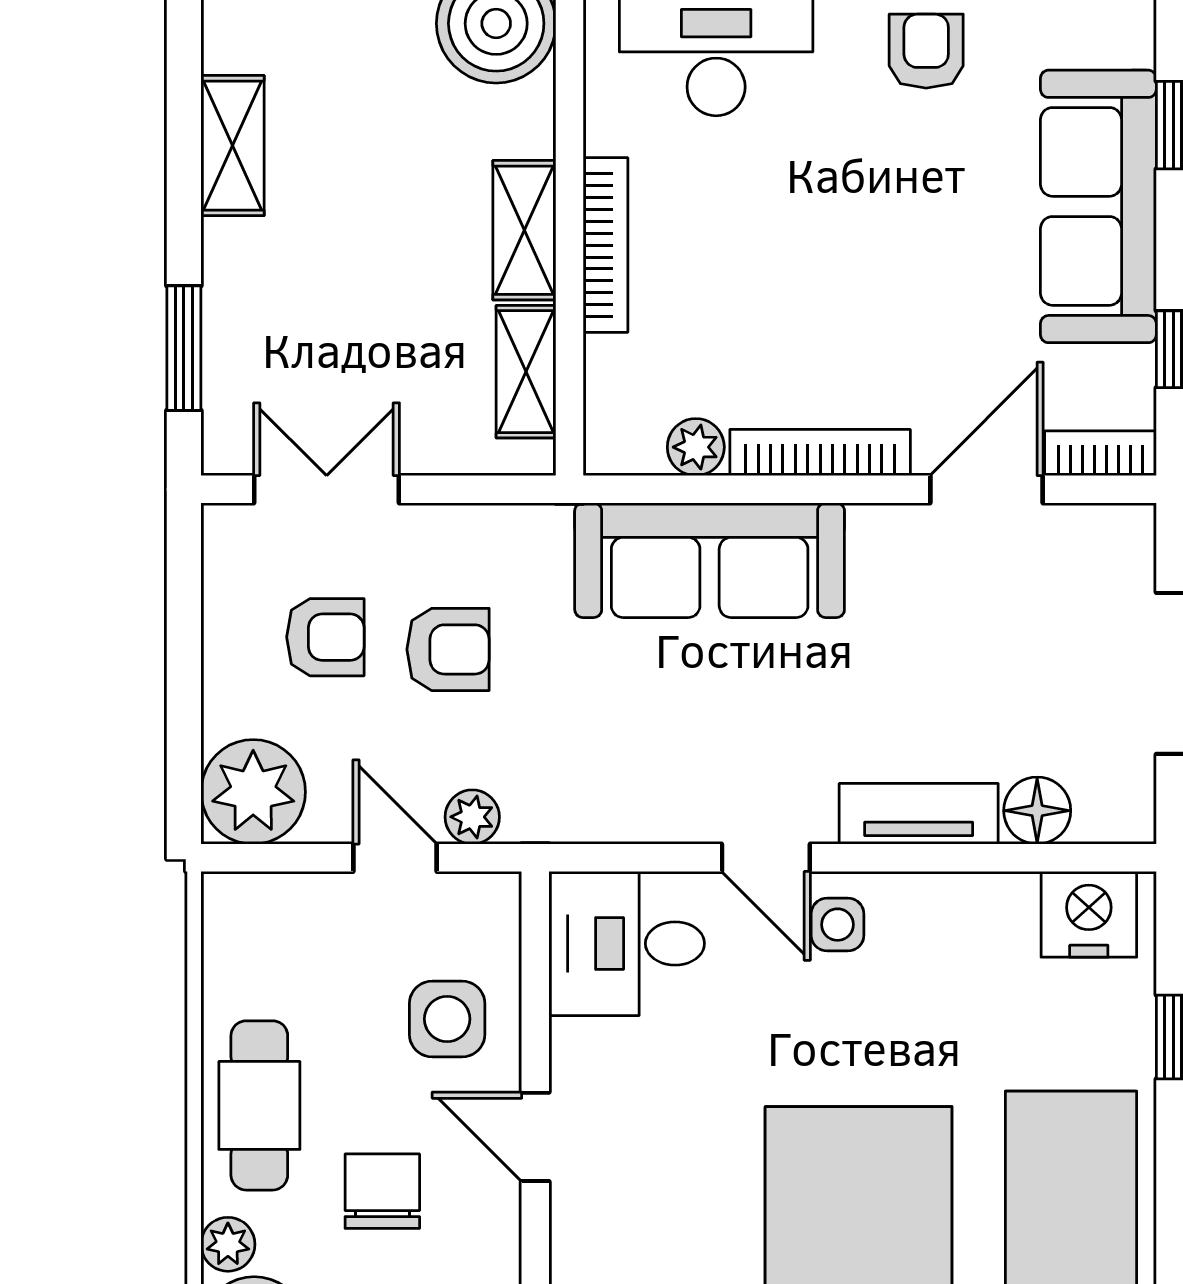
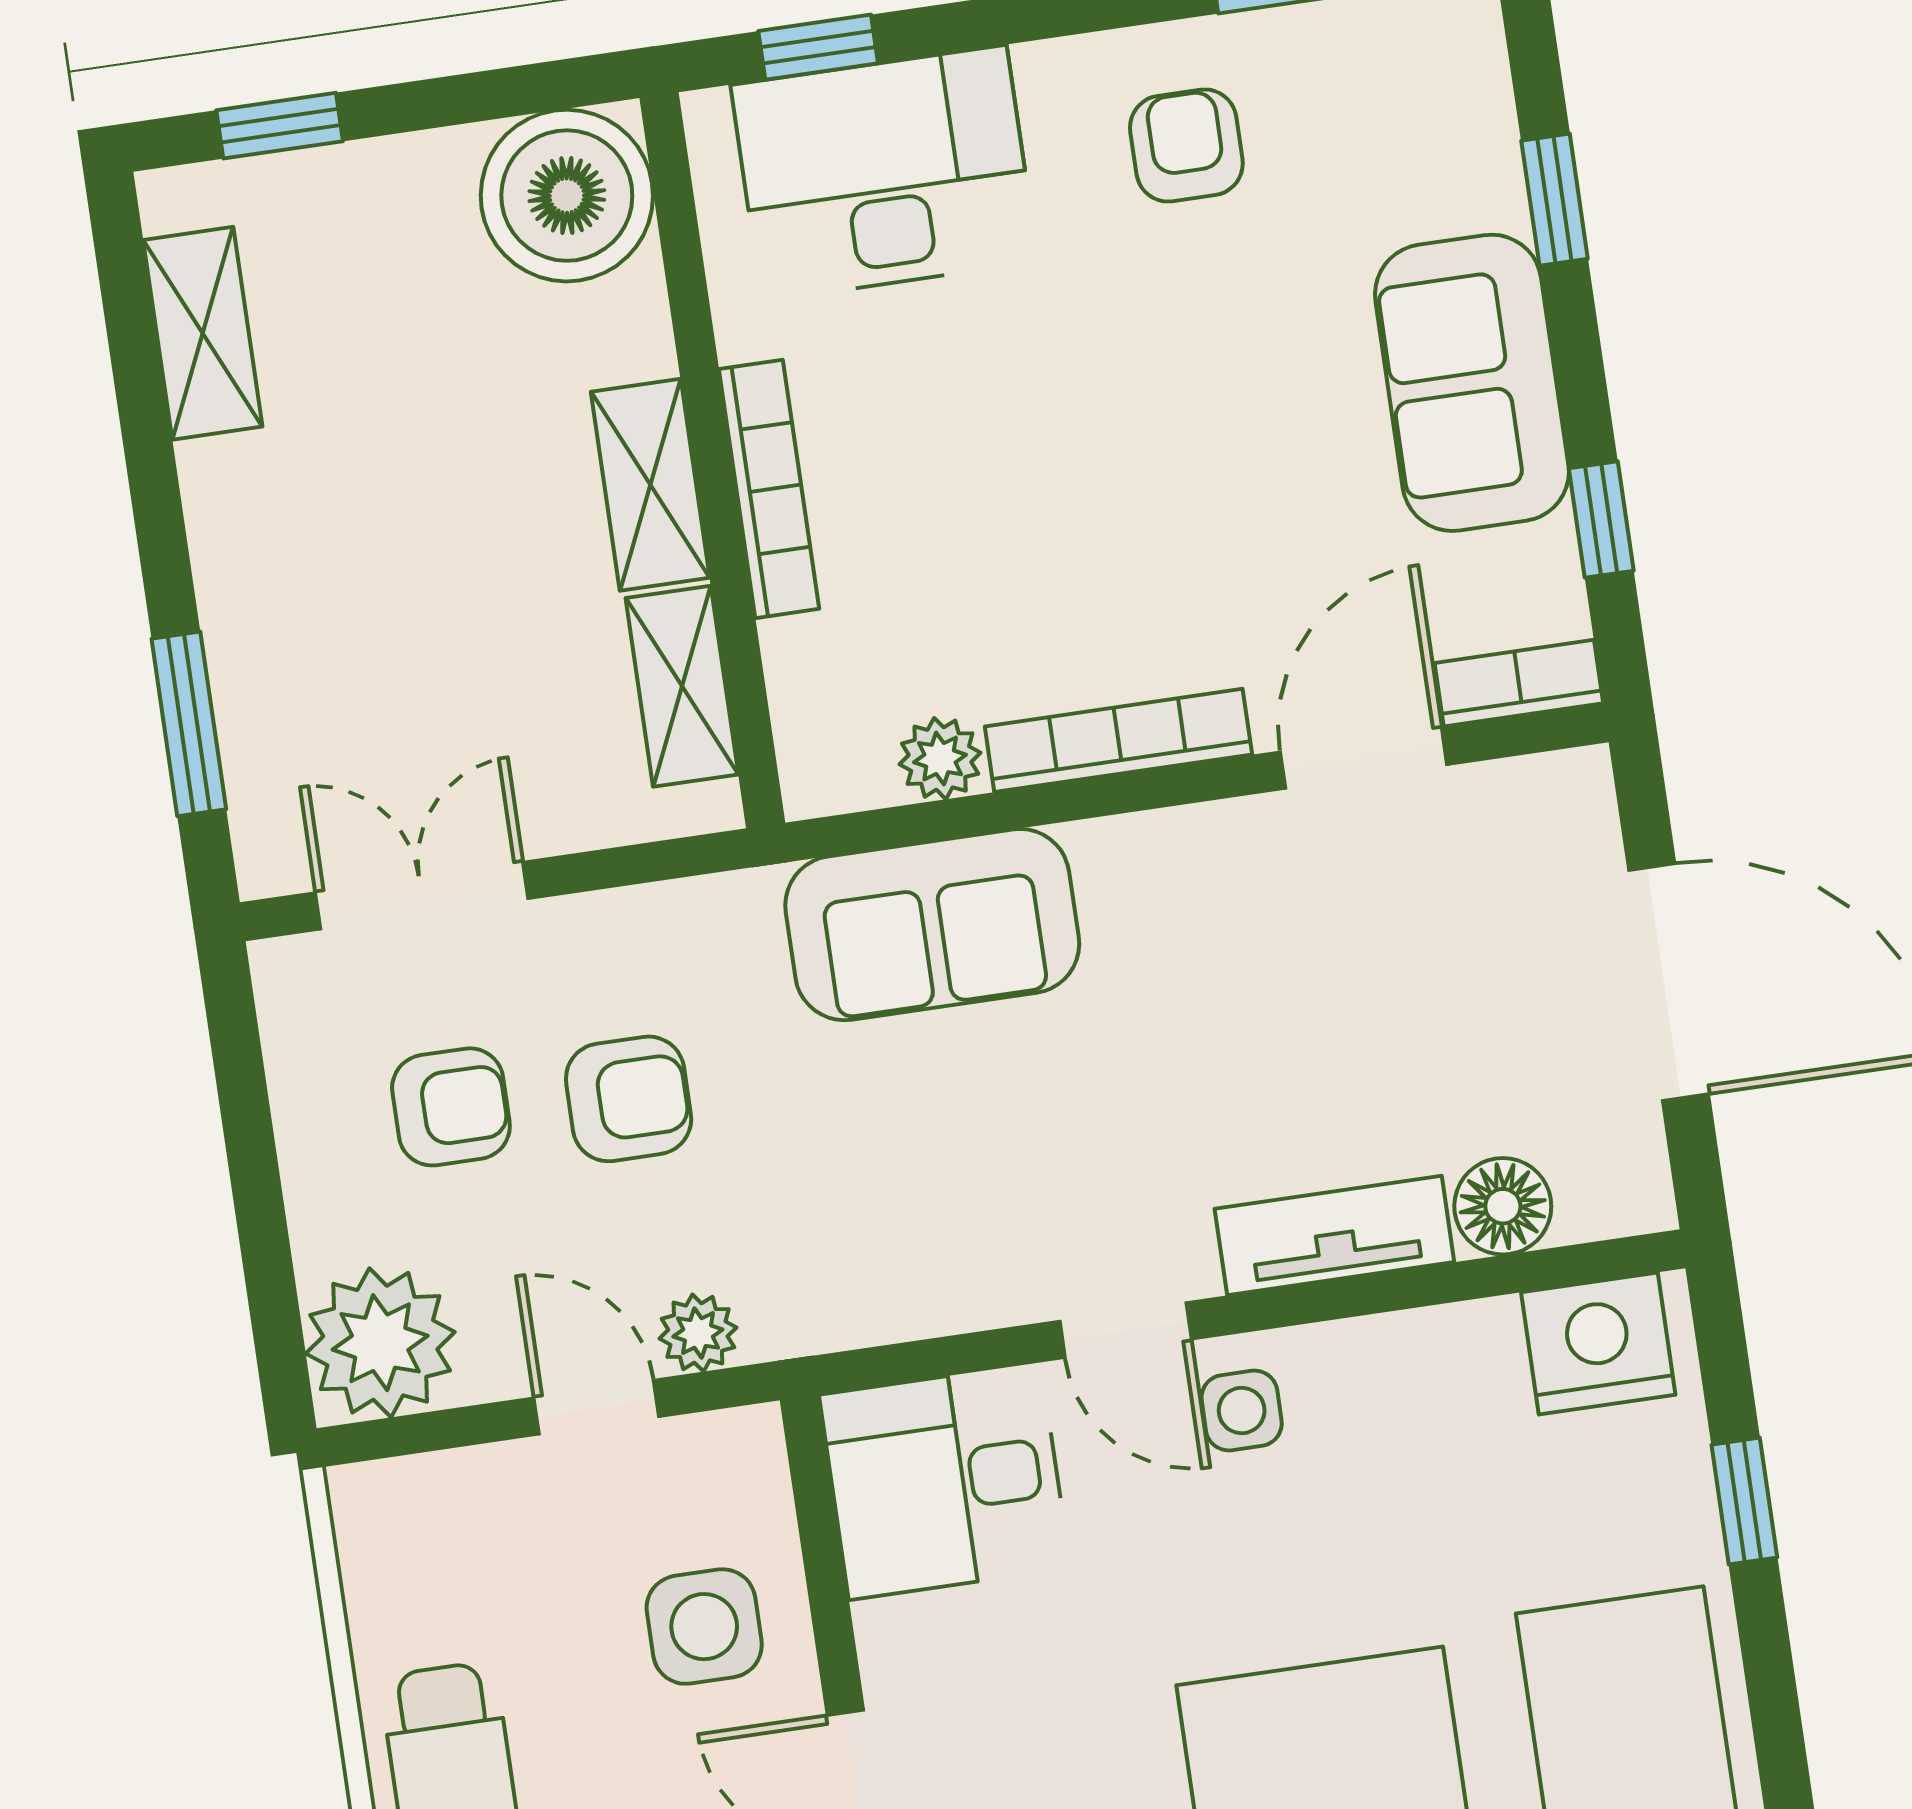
shelving: (232, 146) -> (203, 333), moved
sofa: (1098, 206) -> (1472, 383), width x0.73
sofa: (710, 560) -> (932, 925), width x0.73

